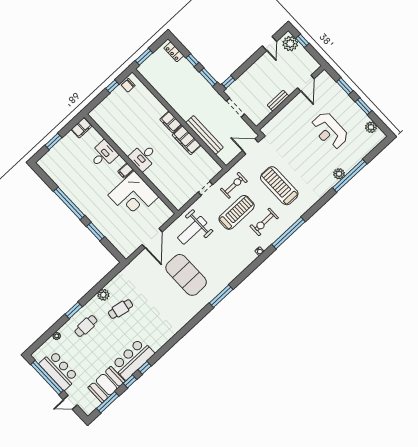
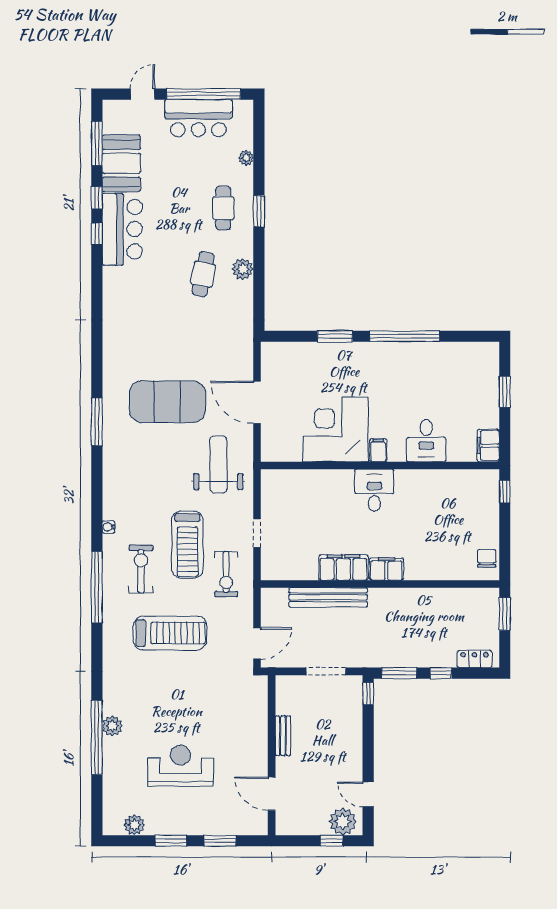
window: (112, 86) -> (505, 492), moved

